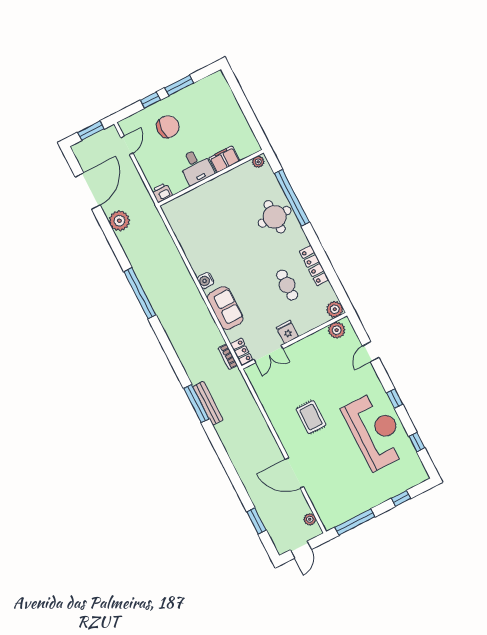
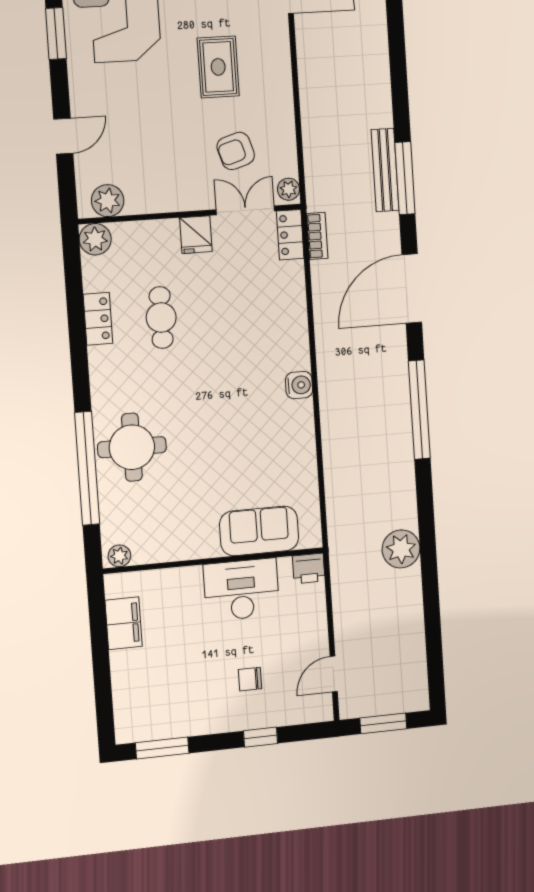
window: (179, 85) -> (162, 748), moved
chair: (168, 127) -> (250, 679), width x0.54, depth x0.54
filing cabinet: (224, 159) -> (124, 623), moved, turned -90
desk: (196, 167) -> (241, 590), width x1.37
door: (88, 191) -> (412, 289), moved
locker: (314, 266) -> (98, 319), width x0.66
sofa: (225, 308) -> (259, 531), moved, turned 90
plant: (252, 373) -> (288, 189), added
armchair: (285, 381) -> (236, 151), added
window: (395, 399) -> (56, 34), width x1.50

